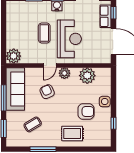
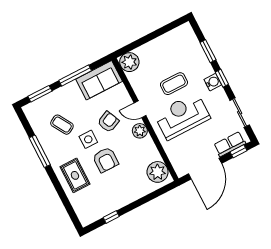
reception desk: (69, 39) -> (182, 116), turned 180
plant: (87, 76) -> (158, 172), moved
sofa: (15, 89) -> (99, 80), width x0.73
side table: (105, 102) -> (88, 139), moved
armchair: (86, 111) -> (105, 160), moved

